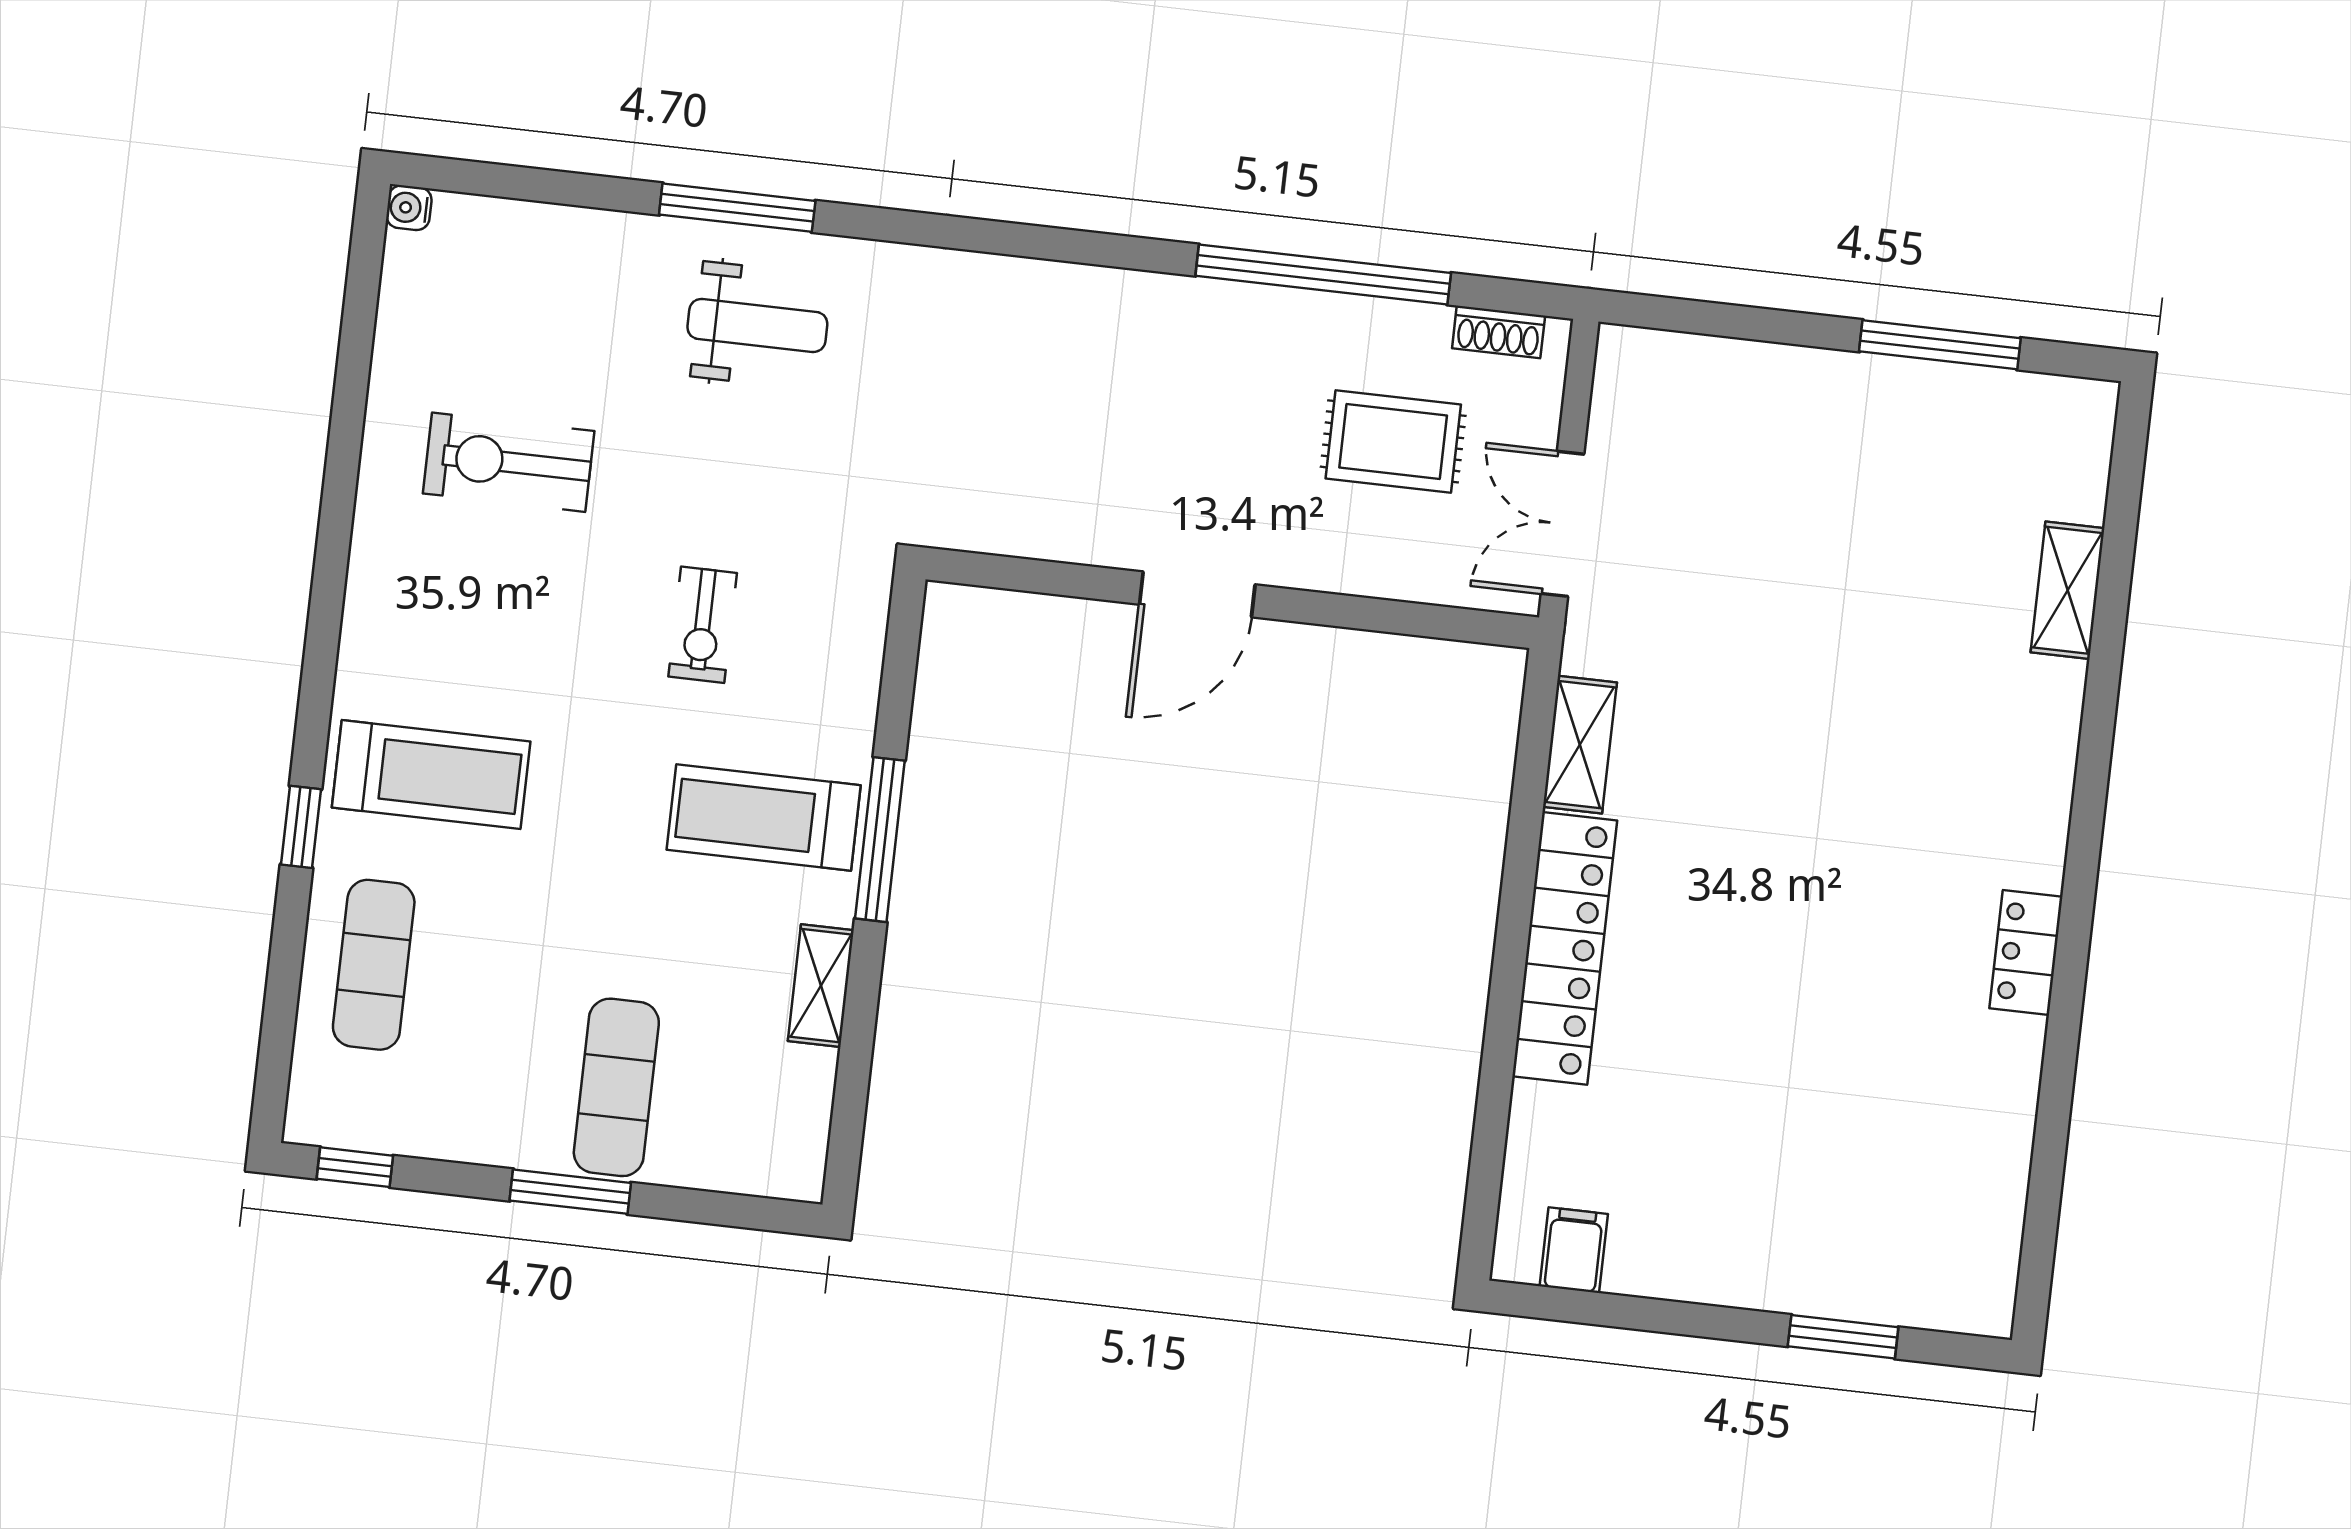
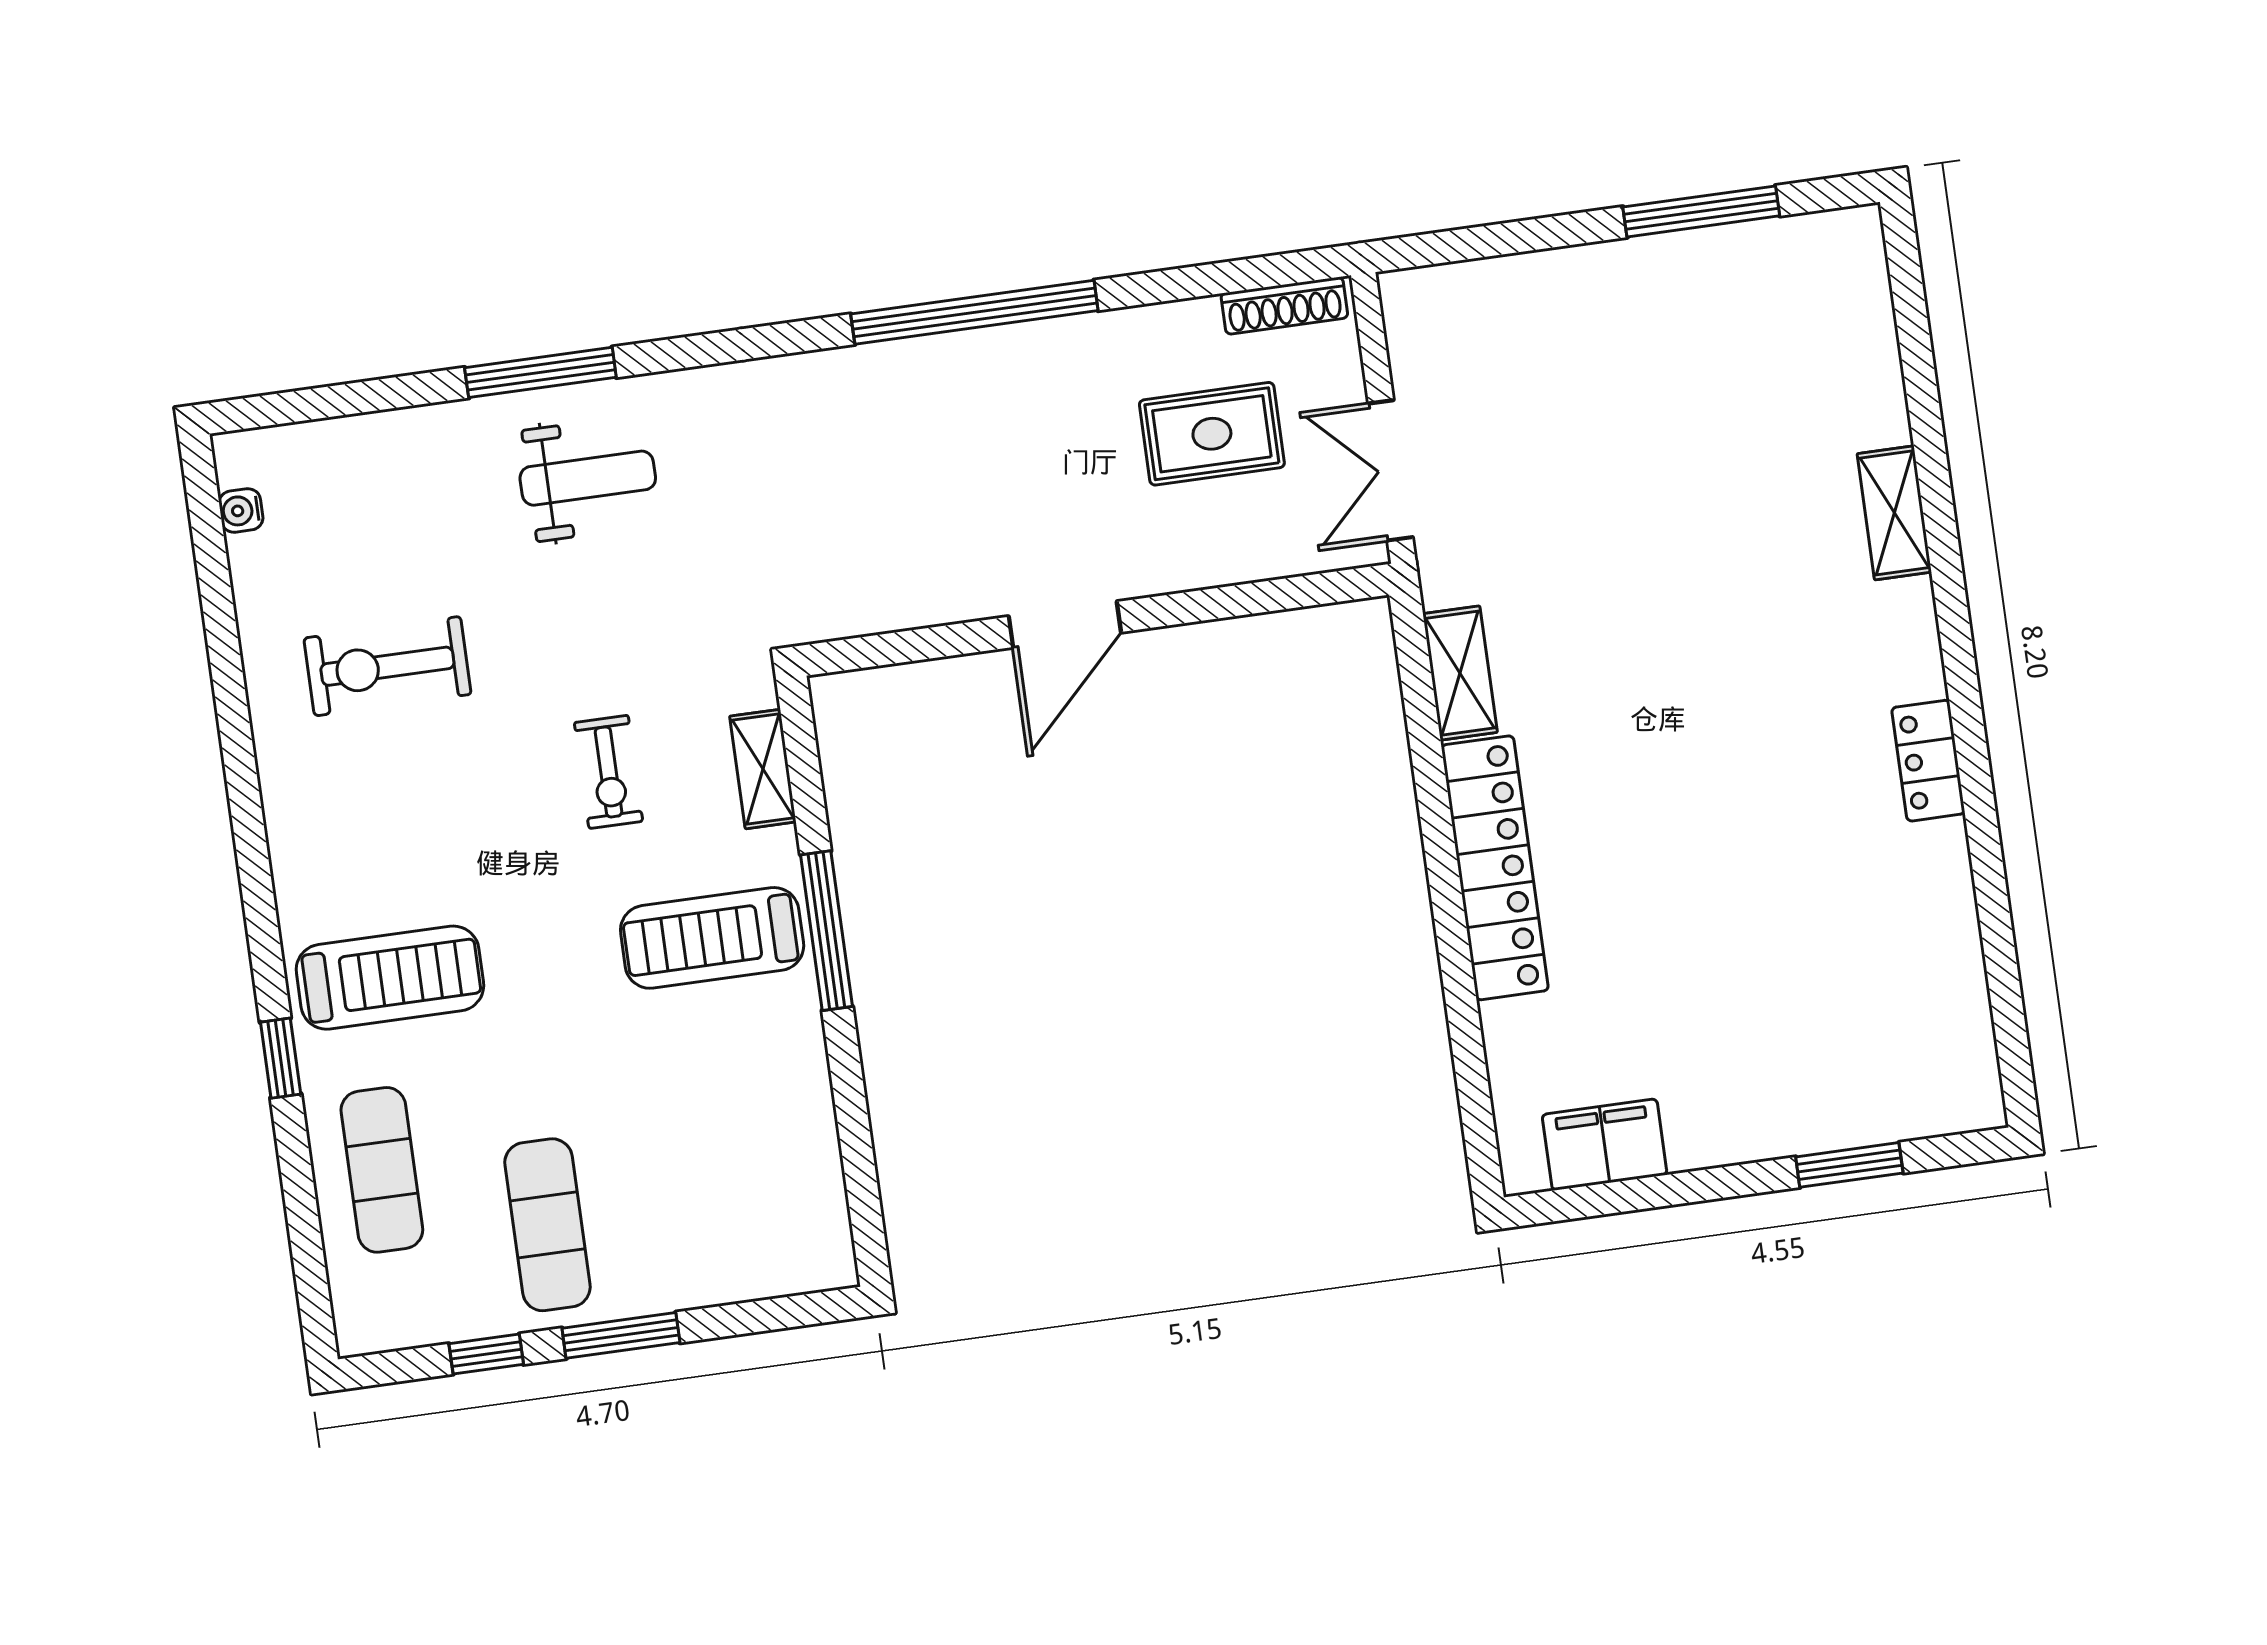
water cooler: (409, 208) -> (241, 510), moved
window: (1323, 274) -> (974, 312), moved
shoe rack: (1499, 332) -> (1284, 306), width x1.43
shelving: (2068, 590) -> (1894, 513), moved
shelving: (821, 986) -> (763, 769), moved
exercise mat: (616, 1087) -> (547, 1225), moved
window: (355, 1167) -> (486, 1354), moved
filing cabinet: (1574, 1250) -> (1605, 1145), width x2.00

